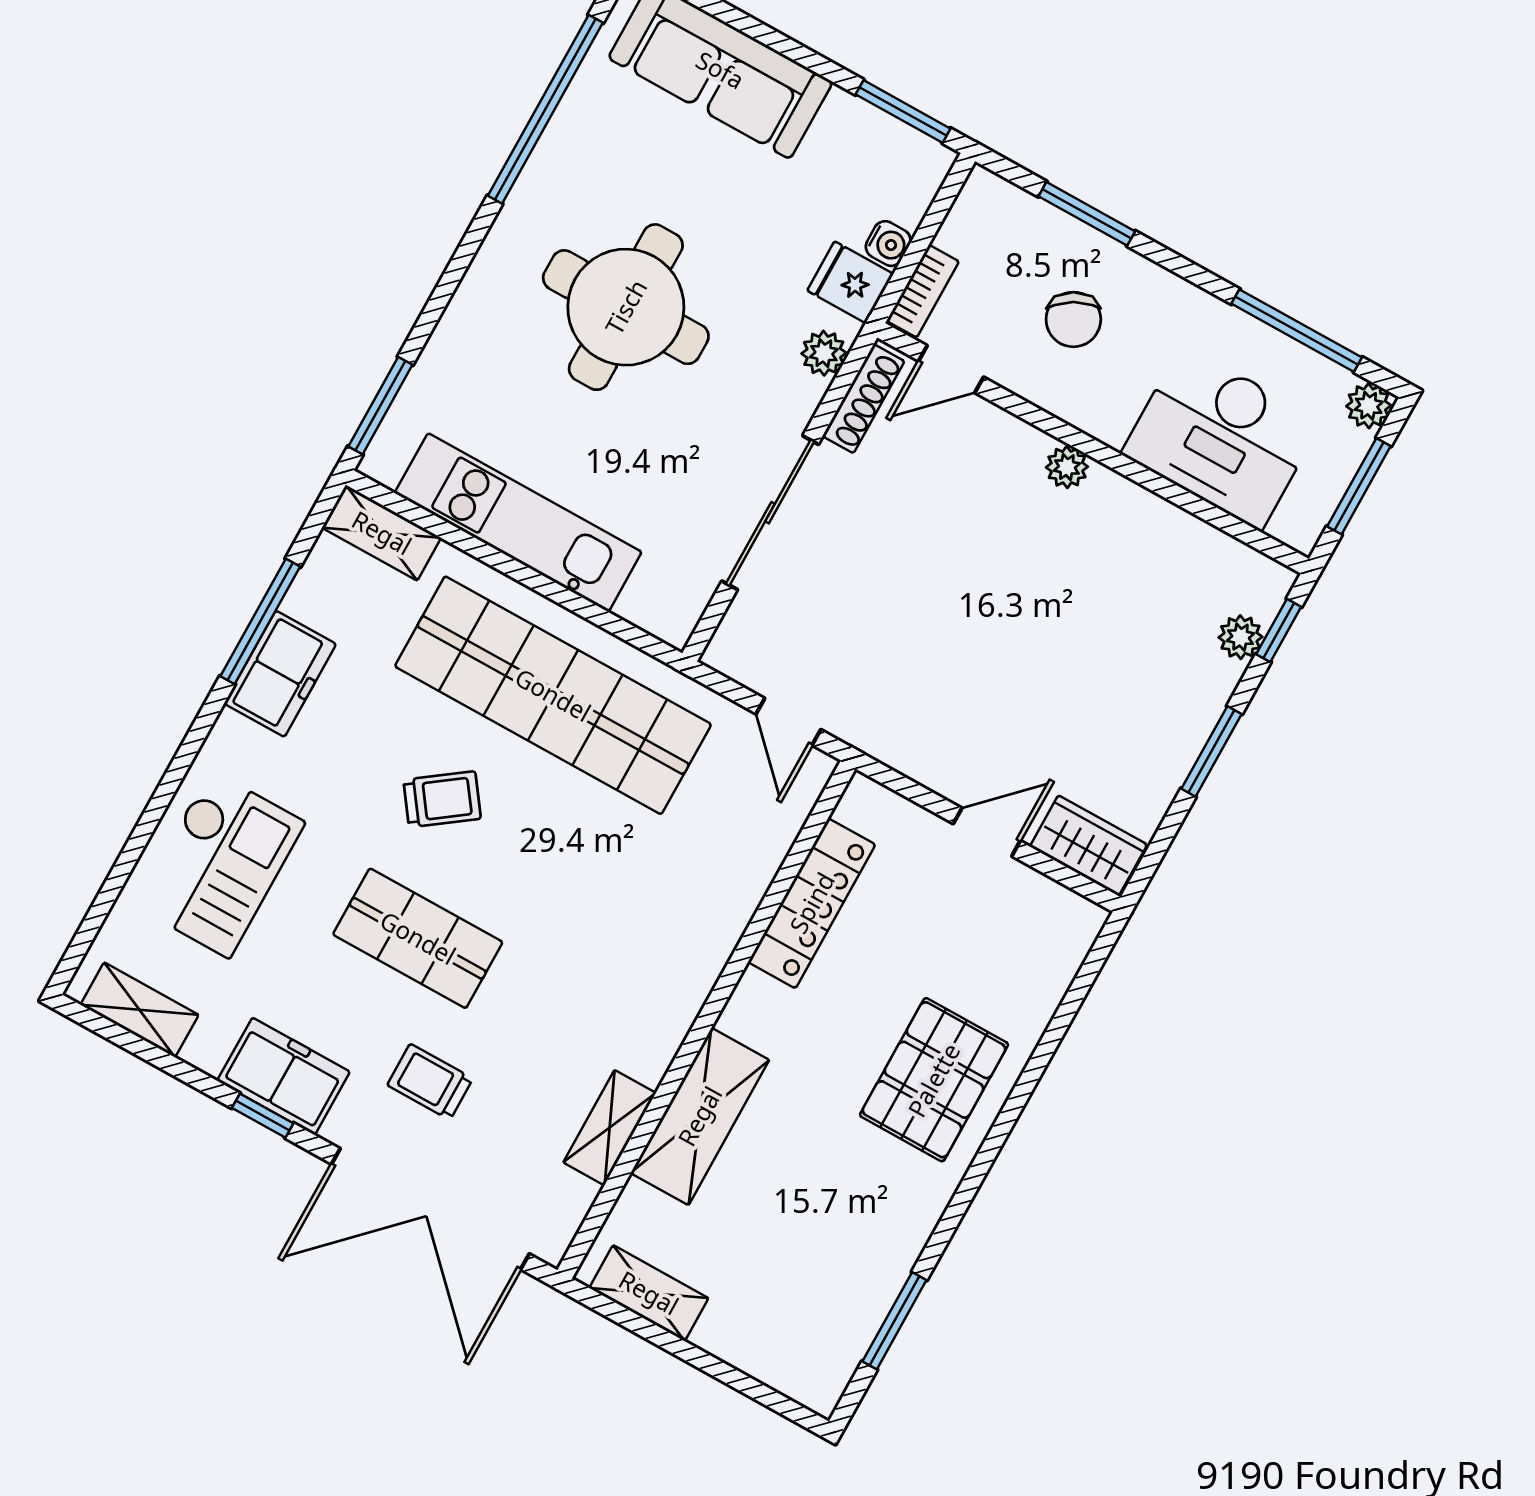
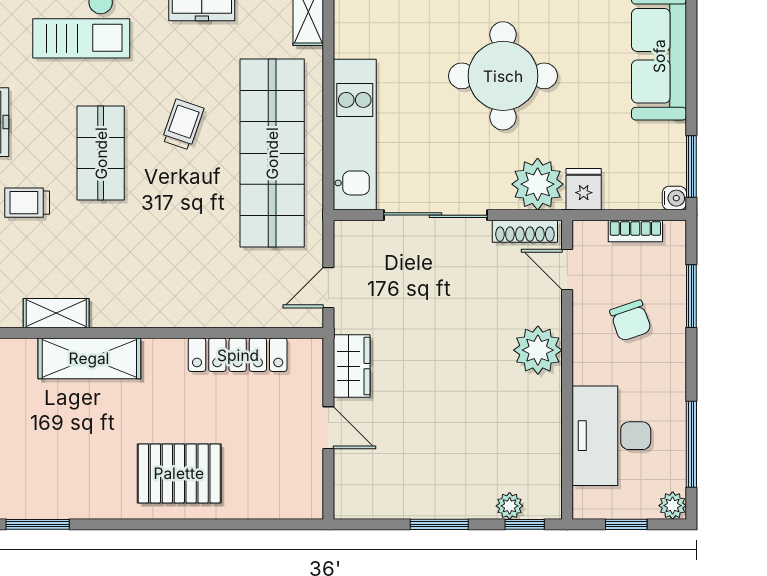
water cooler: (888, 244) -> (674, 198), moved, turned -90
bookcase: (923, 291) -> (635, 231), moved
chair: (1073, 319) -> (631, 321), turned -80
plant: (824, 353) -> (538, 184), width x1.87, depth x1.87
plant: (1067, 467) -> (538, 350), width x1.88, depth x1.88
window: (1359, 486) -> (626, 524), width x0.67
kitchen unit: (518, 522) -> (355, 135), moved
trolley: (442, 799) -> (183, 124), turned -125
wardrobe: (1088, 846) -> (352, 366), moved
trolley: (430, 1082) -> (27, 203), turned -90

